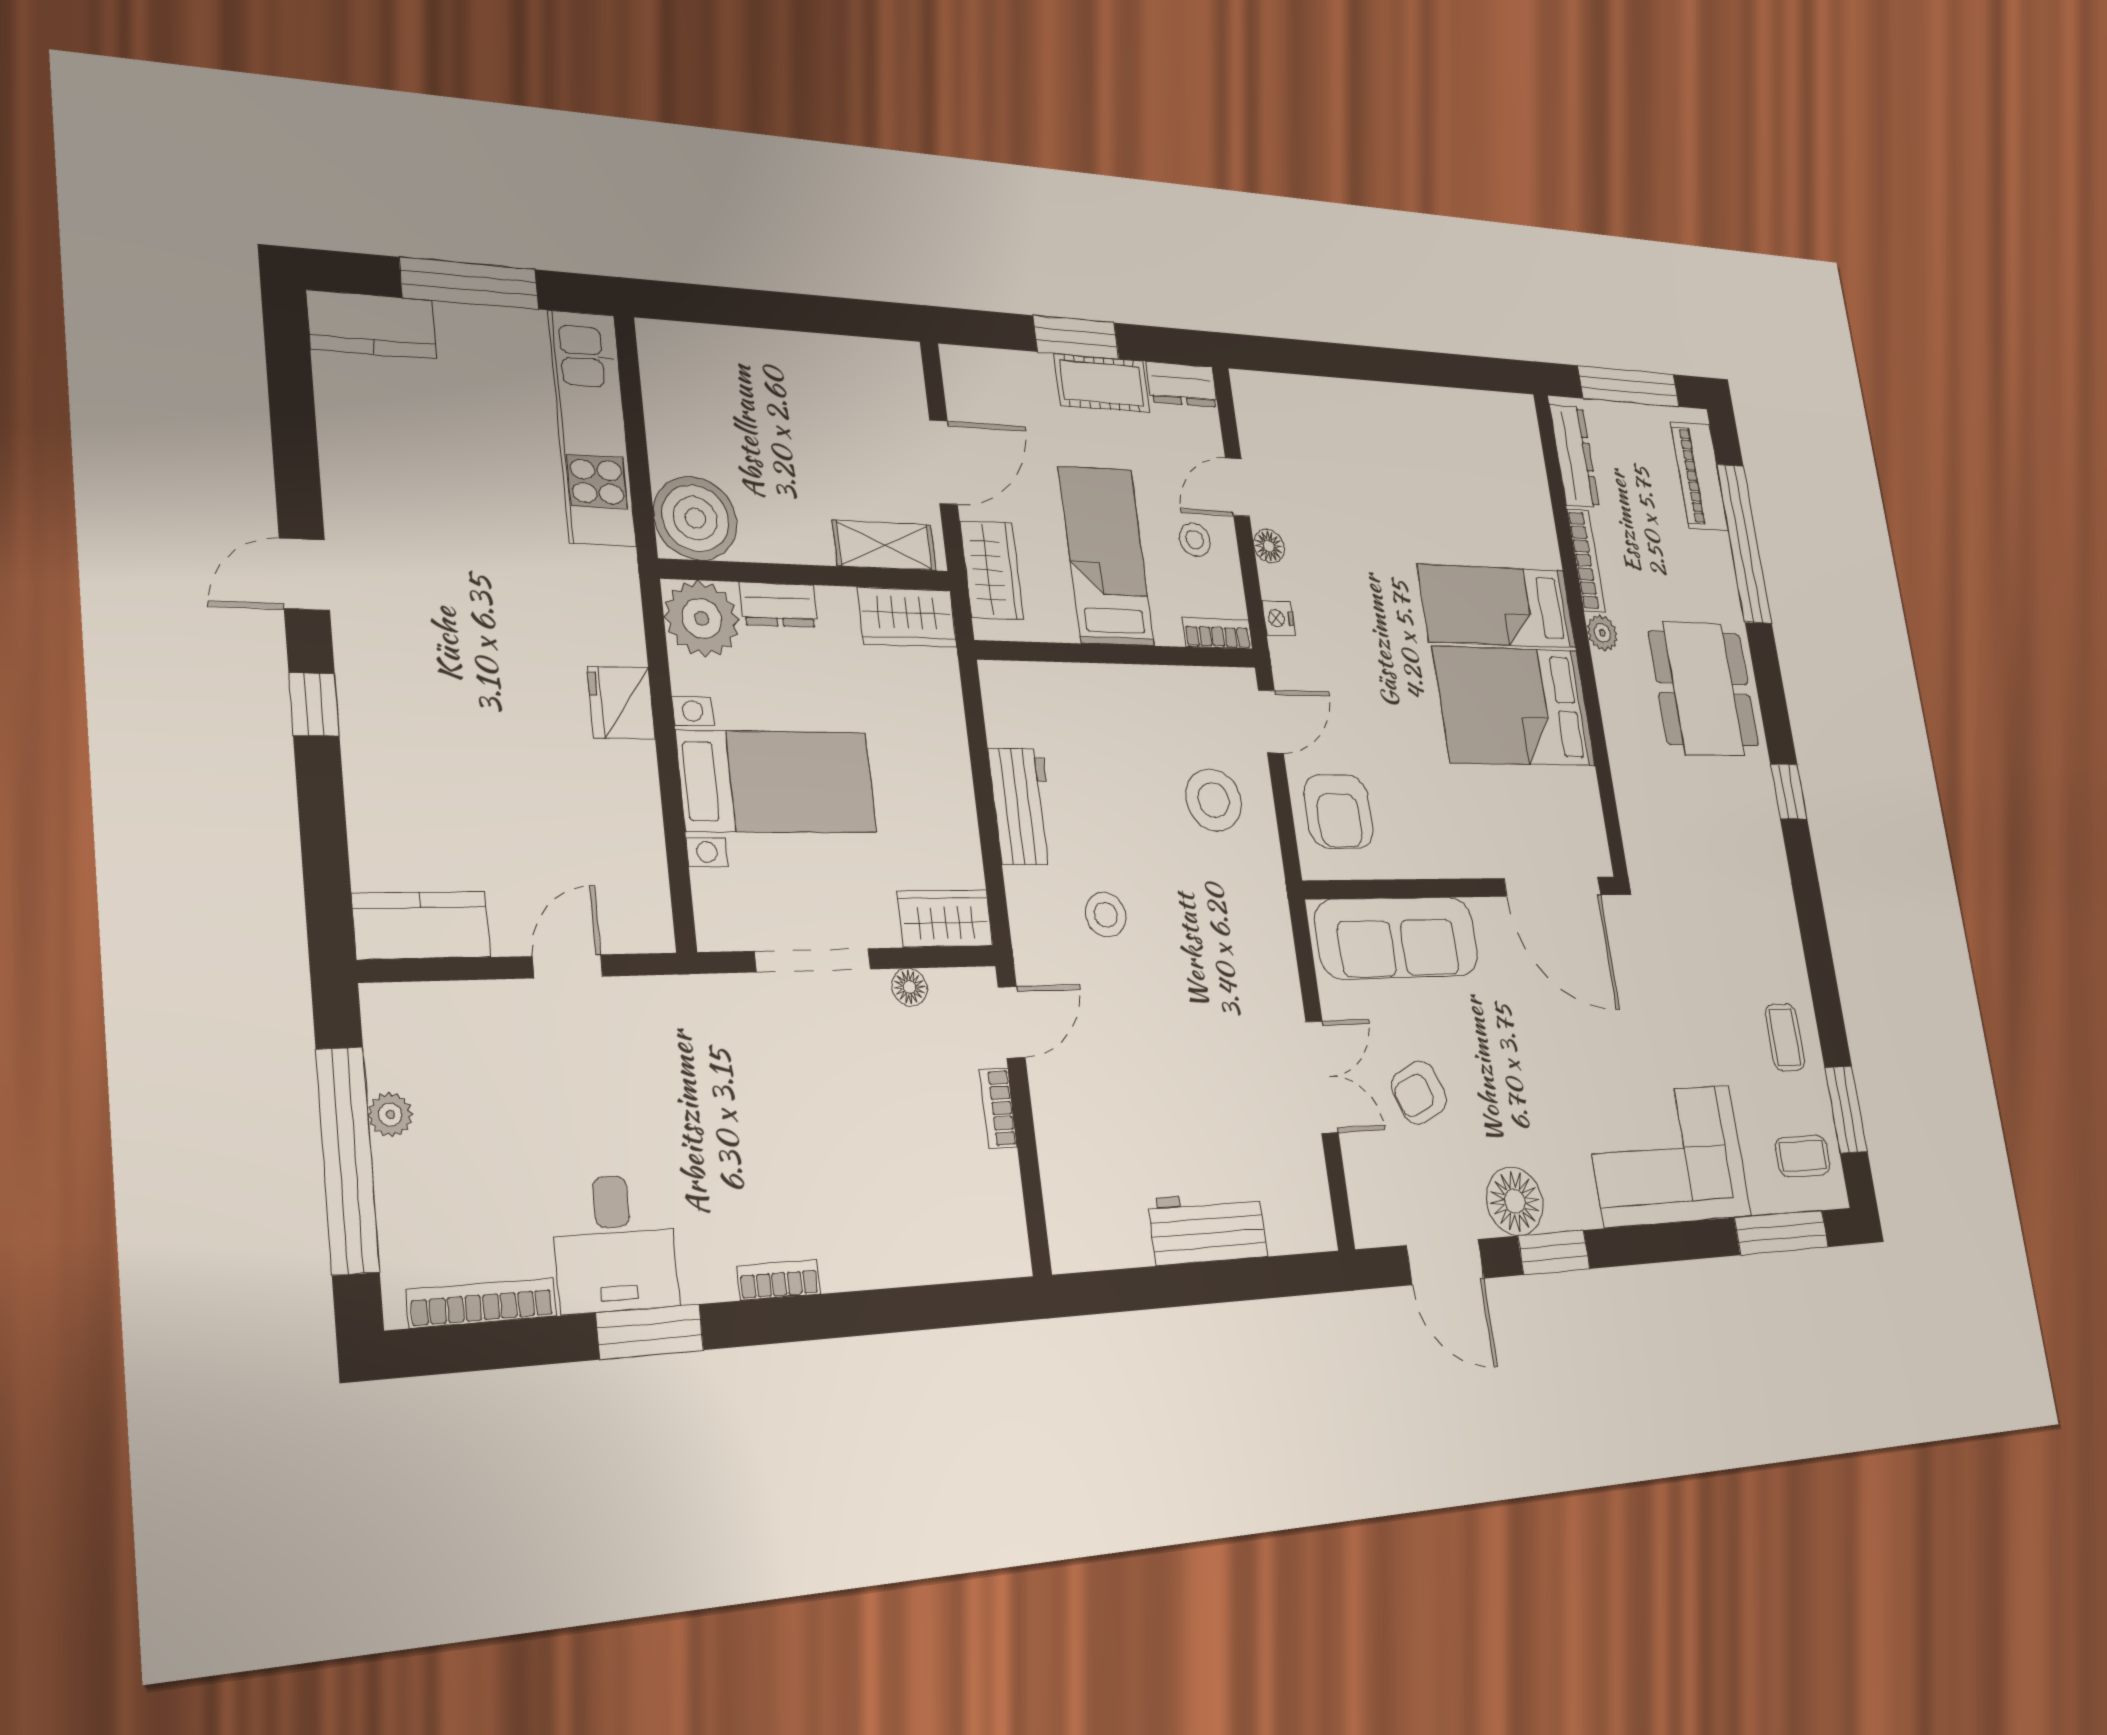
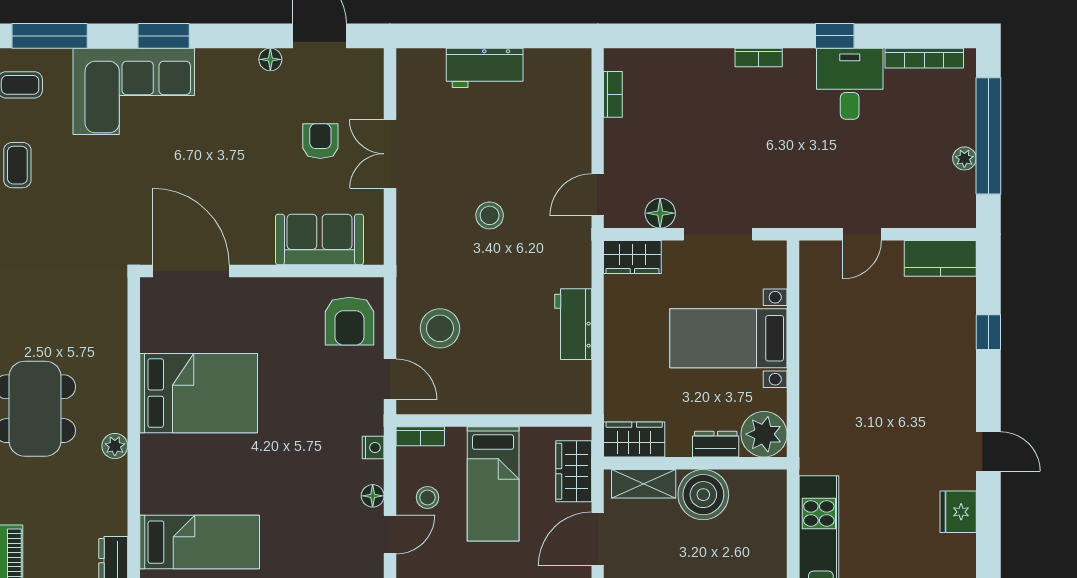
boiler: (695, 518) -> (703, 495), moved
bookcase: (1586, 560) -> (118, 498), removed
door: (304, 574) -> (988, 451), hinge flipped
bed: (1497, 606) -> (200, 542), moved
fridge: (621, 703) -> (958, 512), moved, turned 180
window: (314, 704) -> (988, 332), moved
door: (1271, 722) -> (390, 379), swing flipped
armchair: (1338, 812) -> (349, 321), turned 180
stool: (1106, 915) -> (490, 215), moved
sofa: (1397, 938) -> (319, 239), width x0.73
floor lamp: (910, 987) -> (660, 213), width x1.37, depth x1.37
armchair: (1419, 1093) -> (320, 141), turned -67
bookcase: (998, 1108) -> (613, 94), moved
floor lamp: (1515, 1201) -> (270, 59), width x0.53, depth x0.53
window: (1554, 1252) -> (164, 36), moved
window: (650, 1332) -> (835, 36), width x0.67

